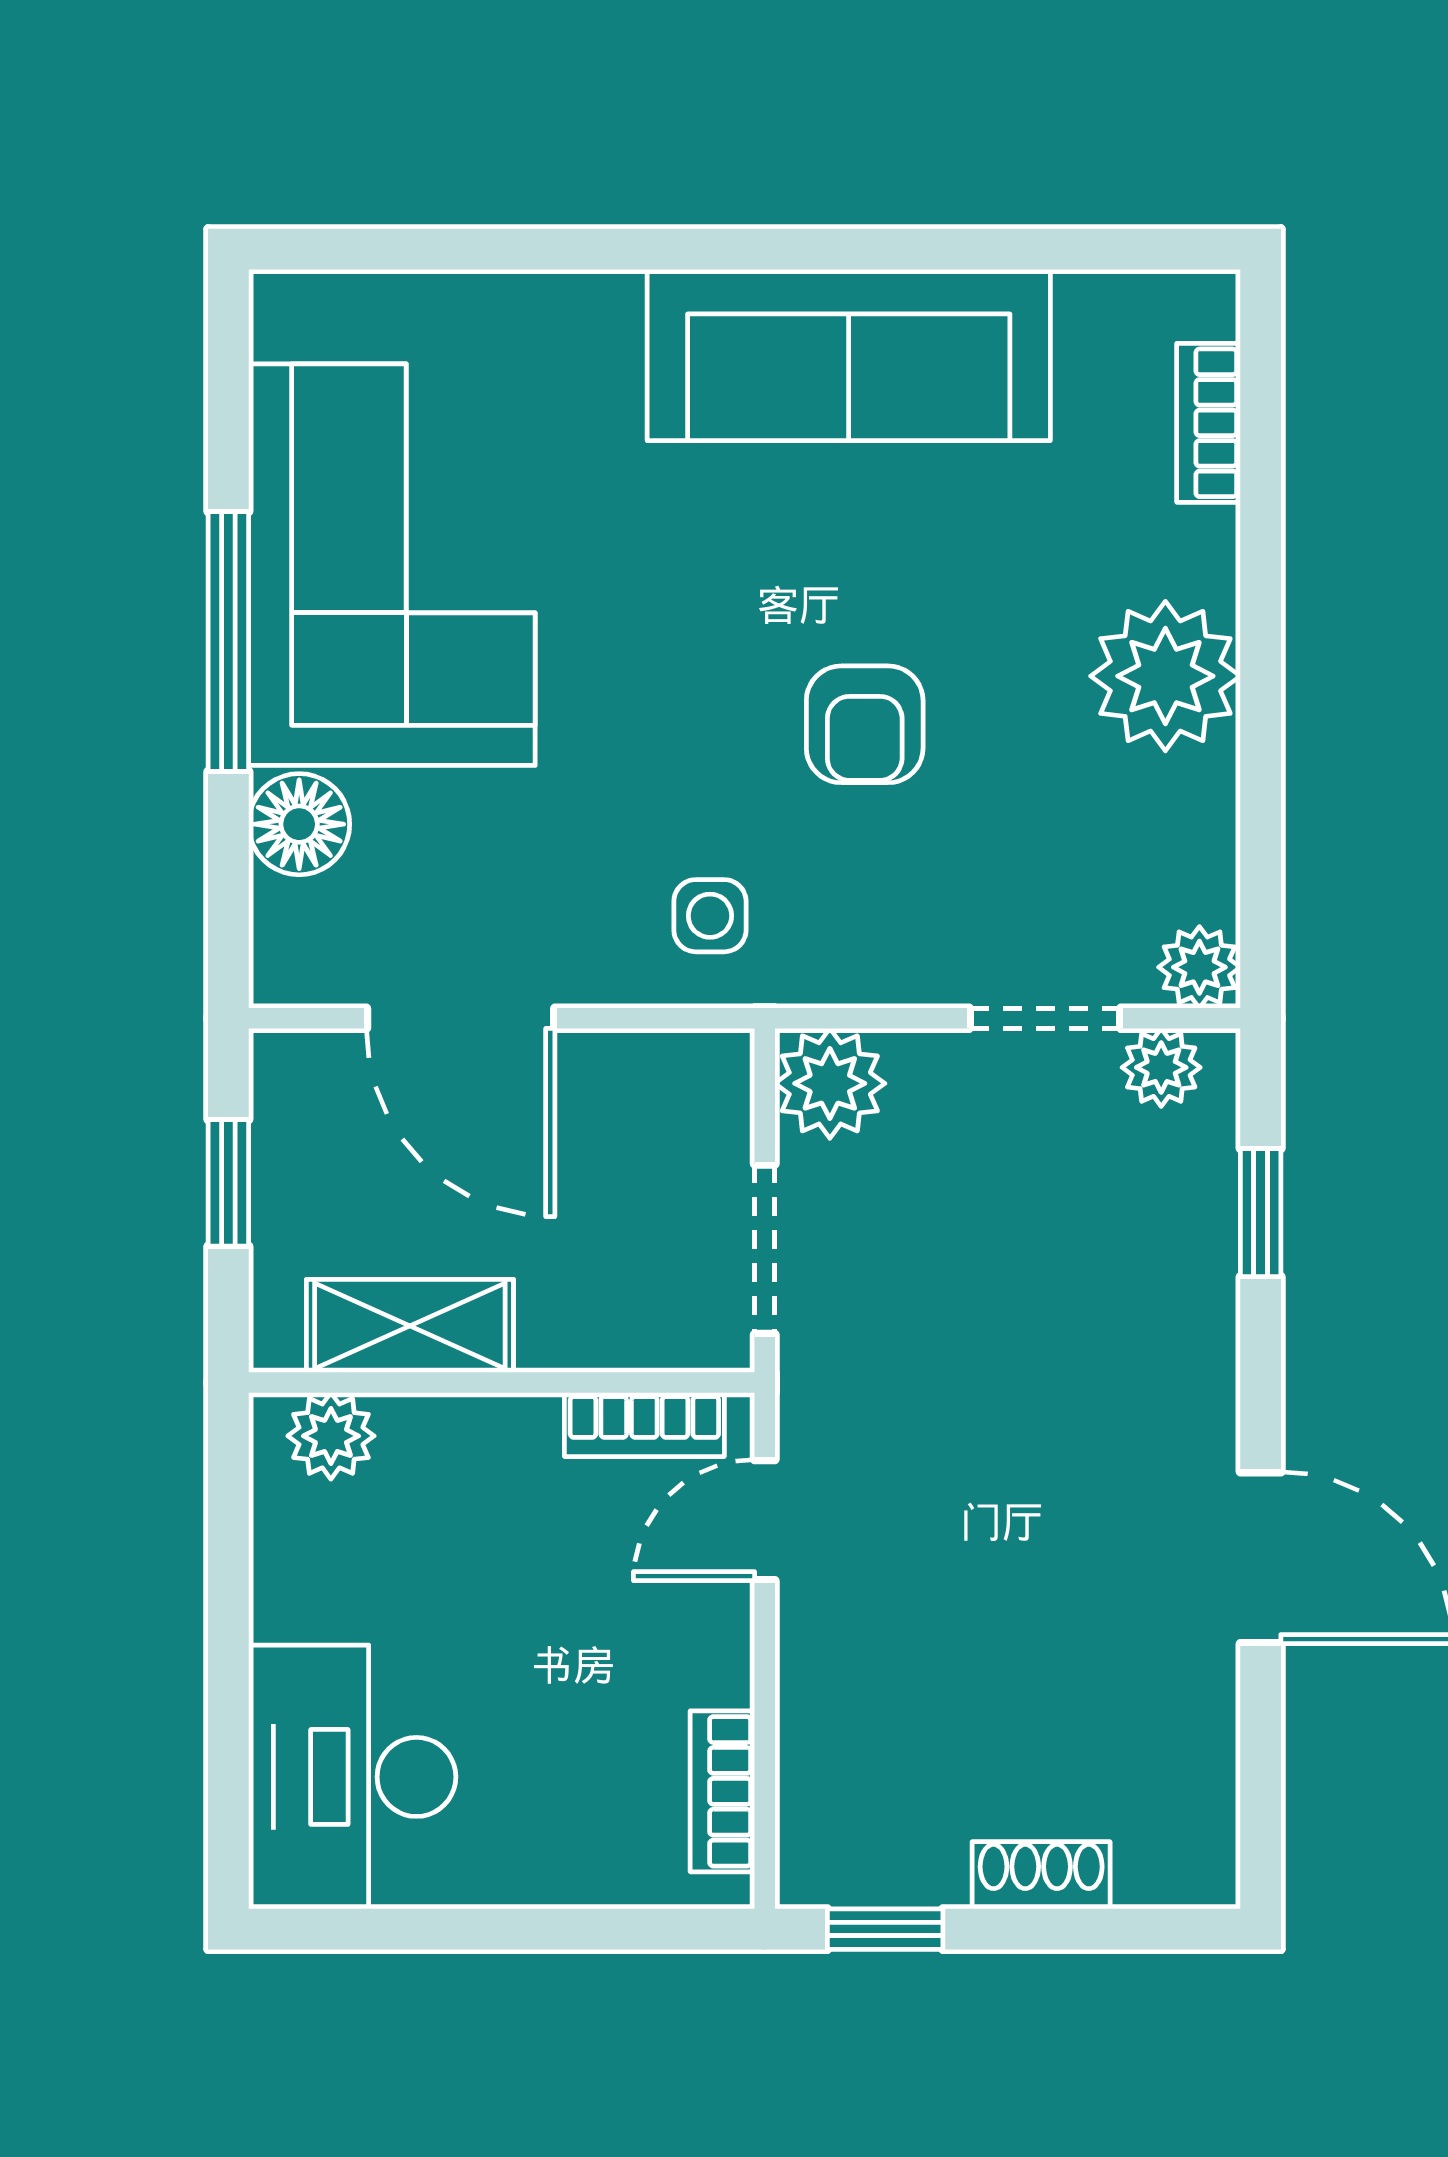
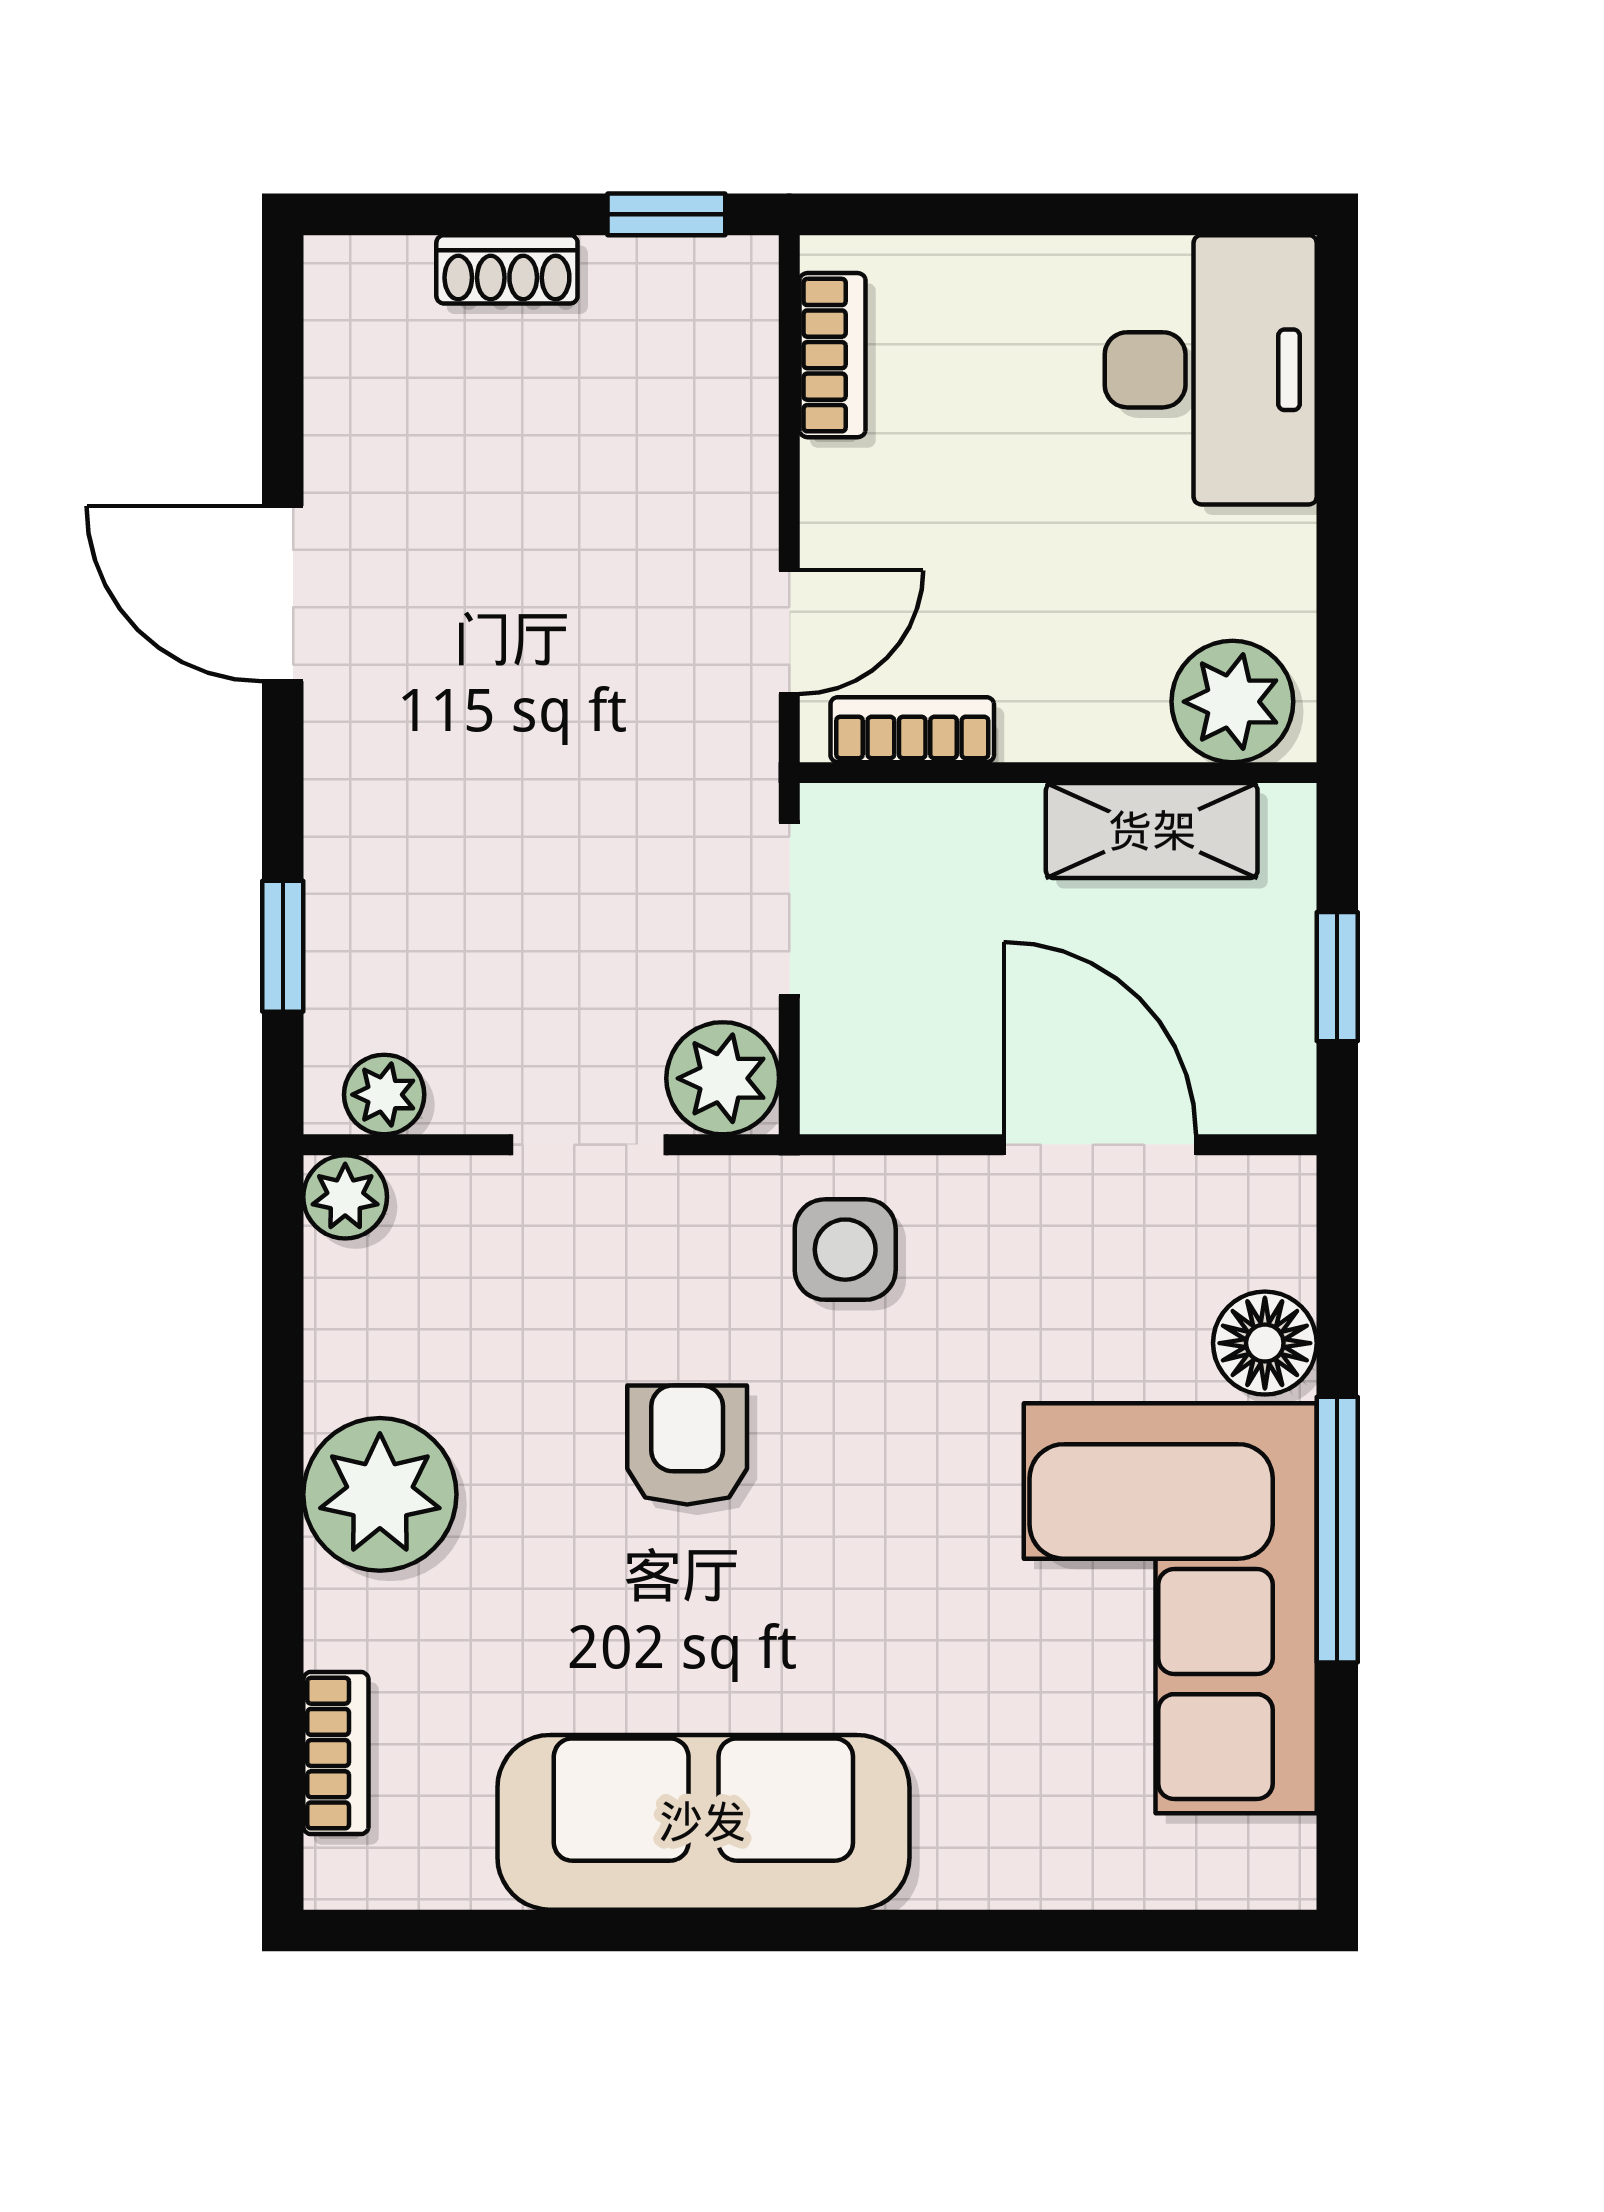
side table: (710, 916) -> (845, 1250), width x1.37, depth x1.37
doorway: (1045, 1018) -> (589, 1145), moved
plant: (331, 1436) -> (1232, 702), width x1.38, depth x1.38

